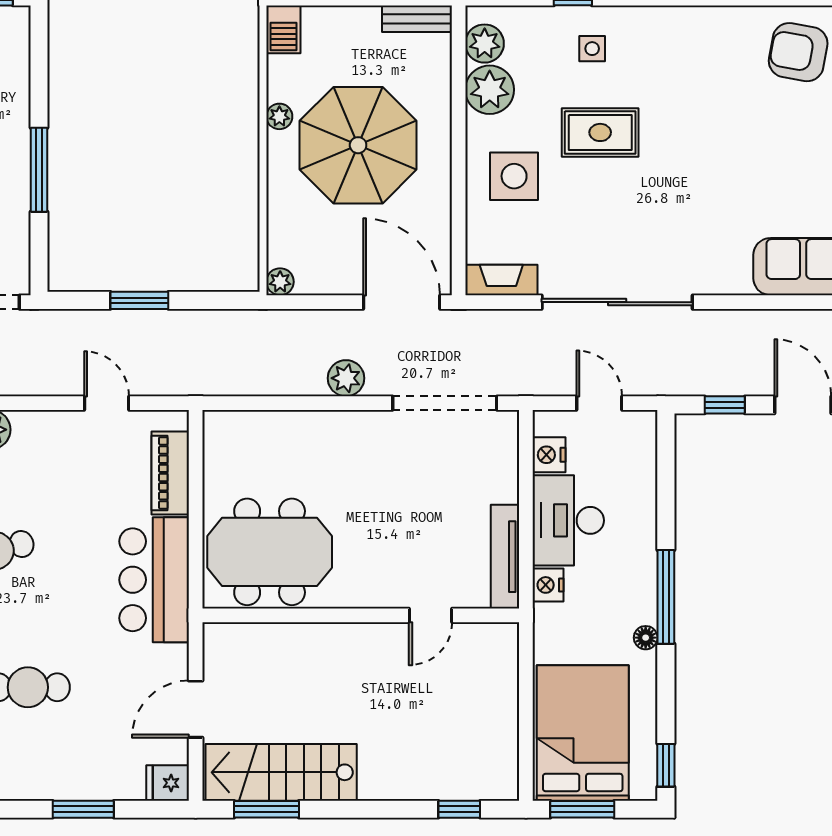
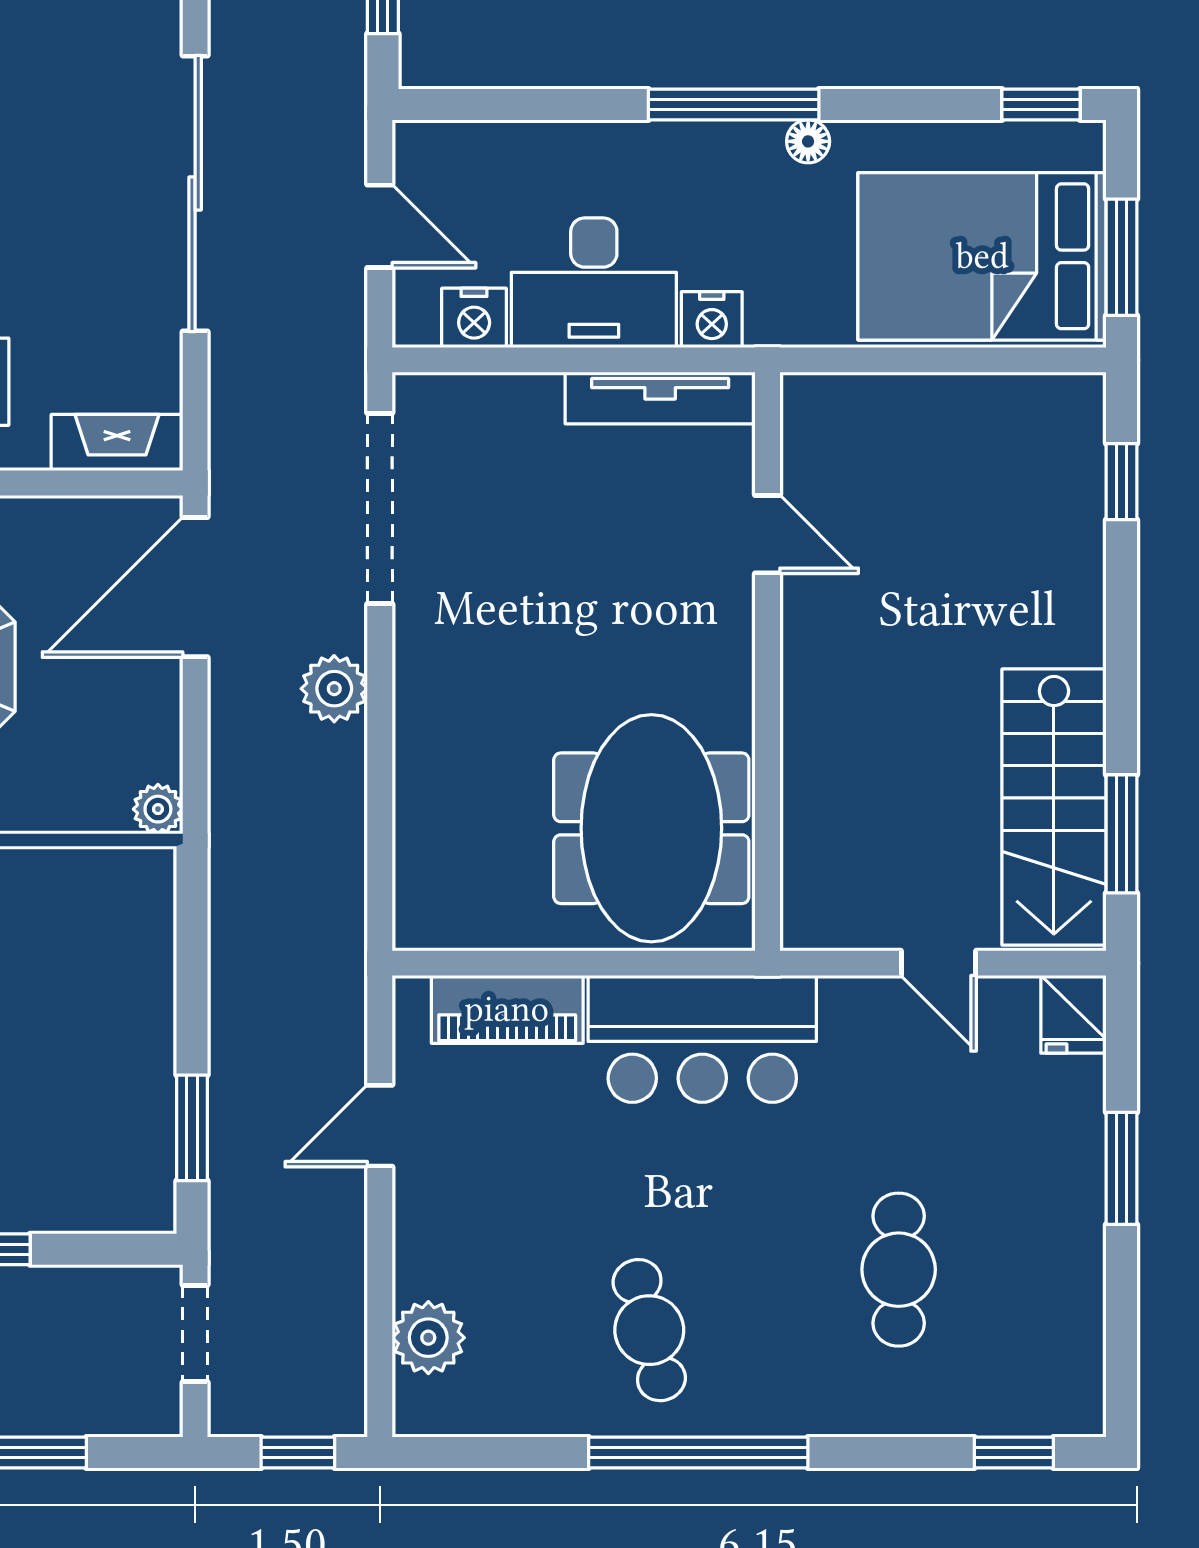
fireplace: (501, 280) -> (117, 443), moved, turned 90
window: (139, 300) -> (192, 1128), moved
door: (599, 403) -> (380, 226), swing flipped
door: (196, 709) -> (938, 963), width x0.73

